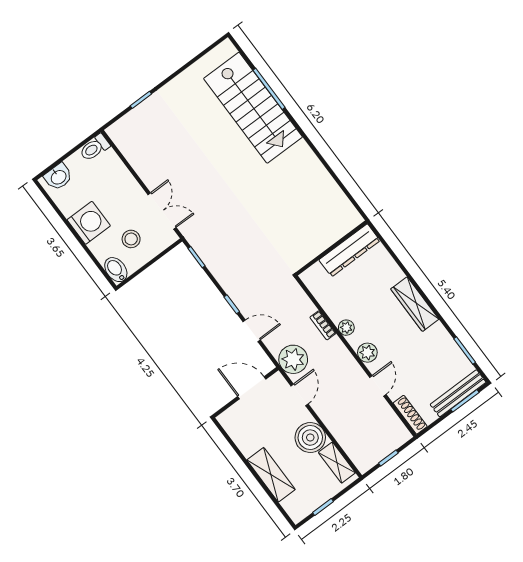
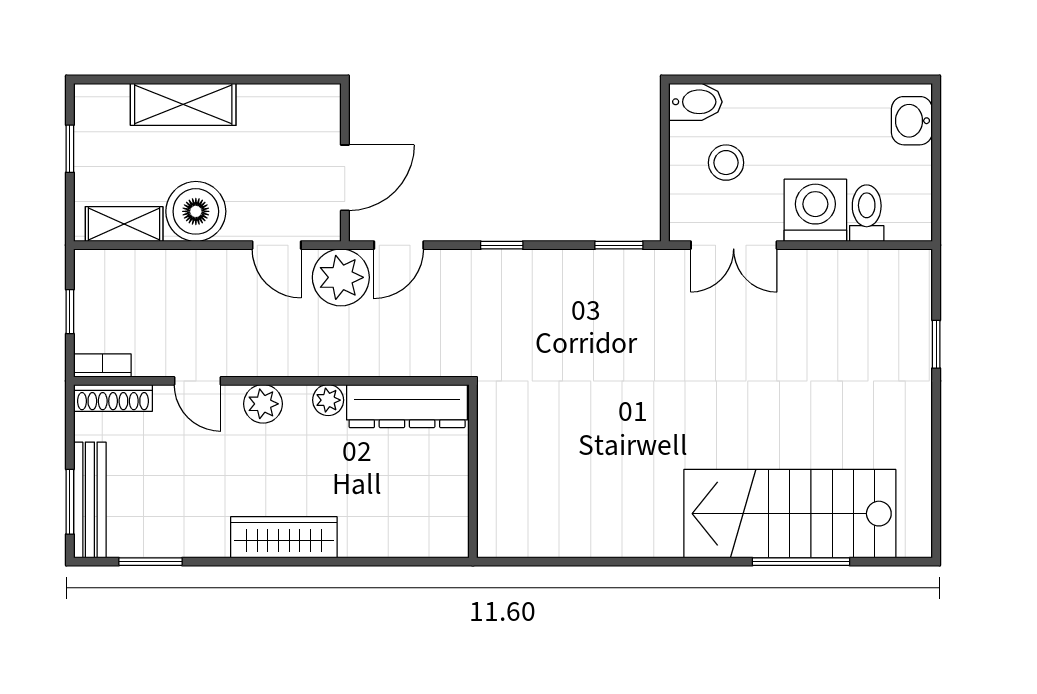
toilet: (95, 148) -> (867, 213), moved
washing machine: (89, 223) -> (815, 210), moved, turned 180
dresser: (349, 250) -> (407, 406), moved, turned -90
bookcase: (323, 325) -> (102, 365), moved
door: (252, 331) -> (399, 245), moved

